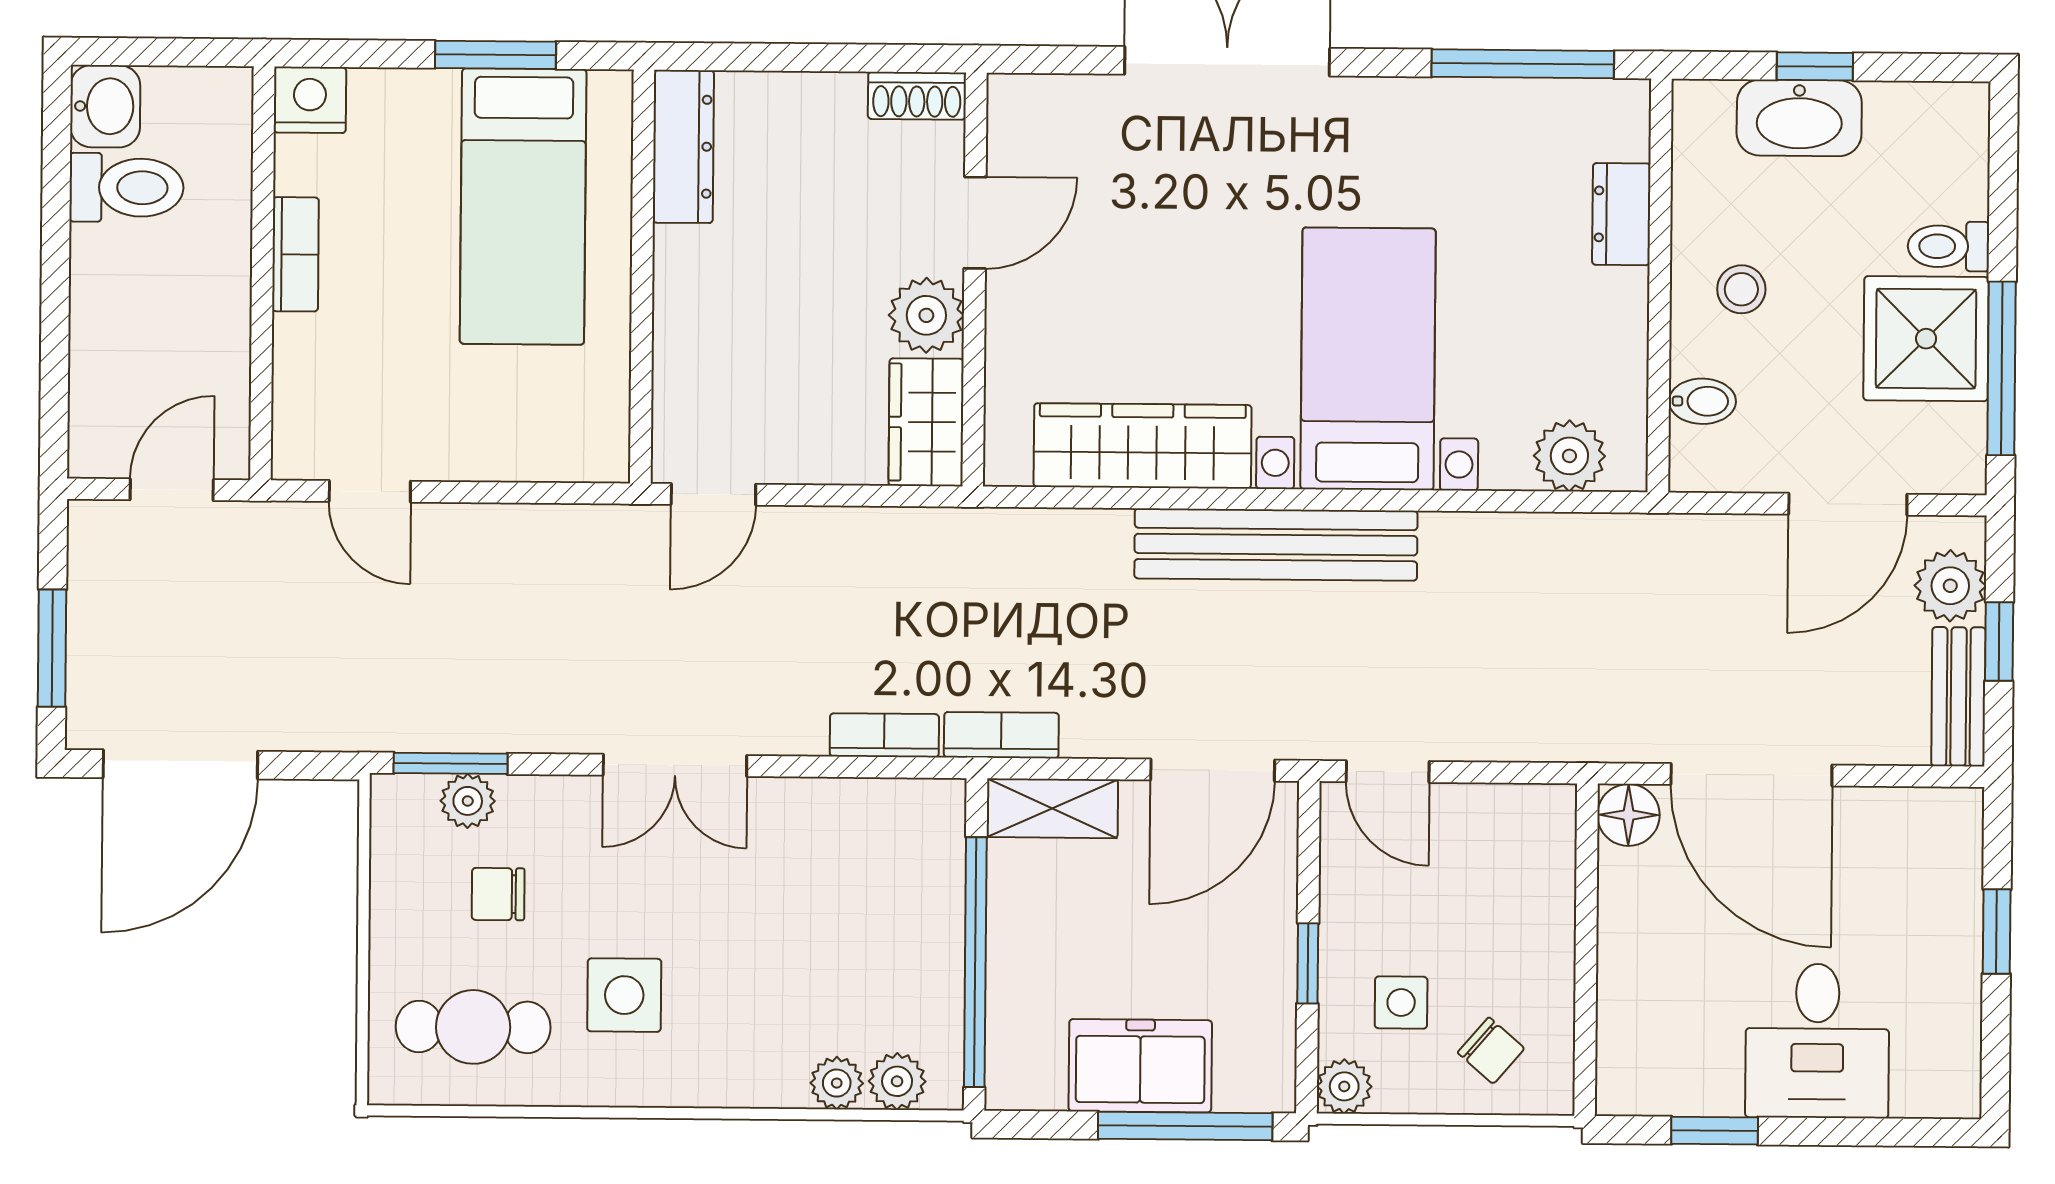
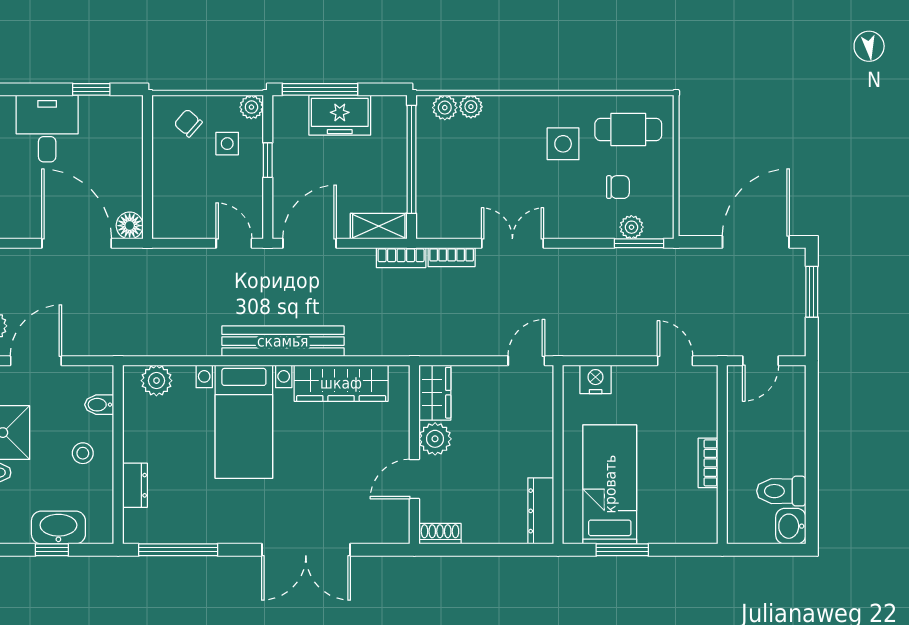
nightstand: (310, 100) -> (596, 379), moved, turned 180
double door: (675, 765) -> (512, 243), moved

